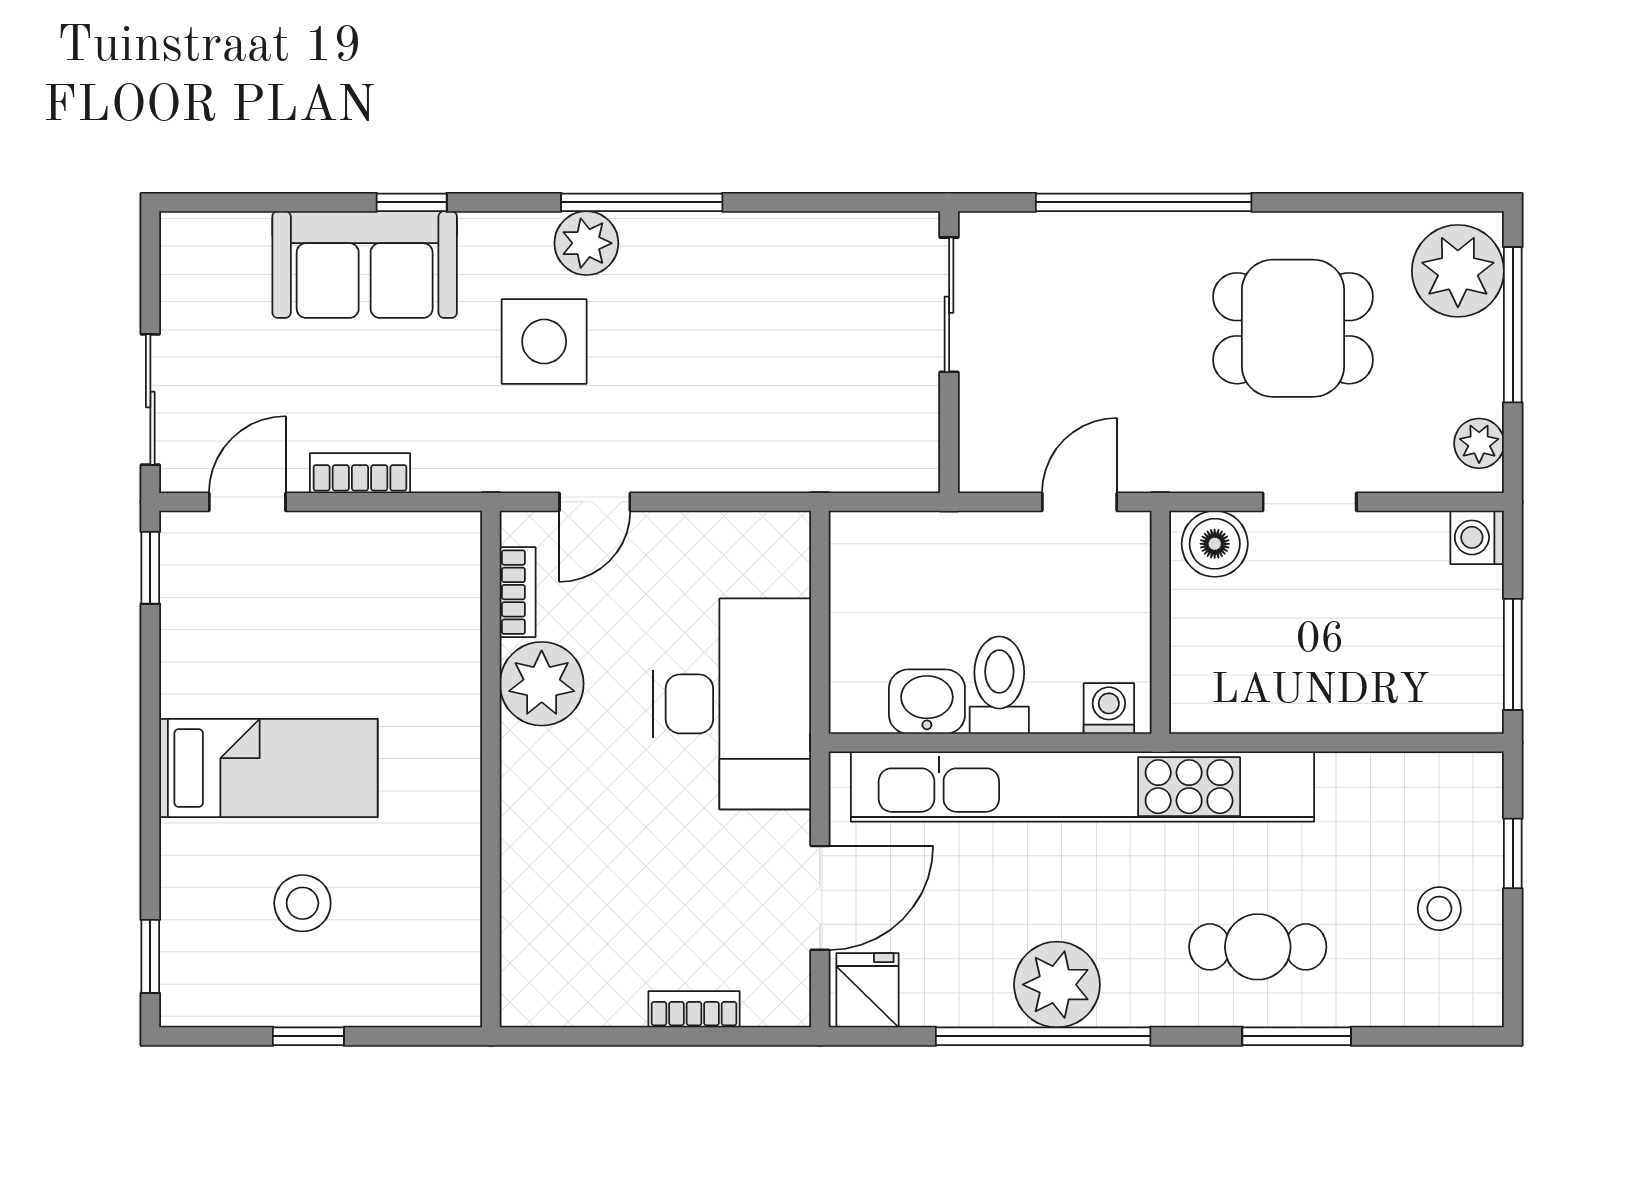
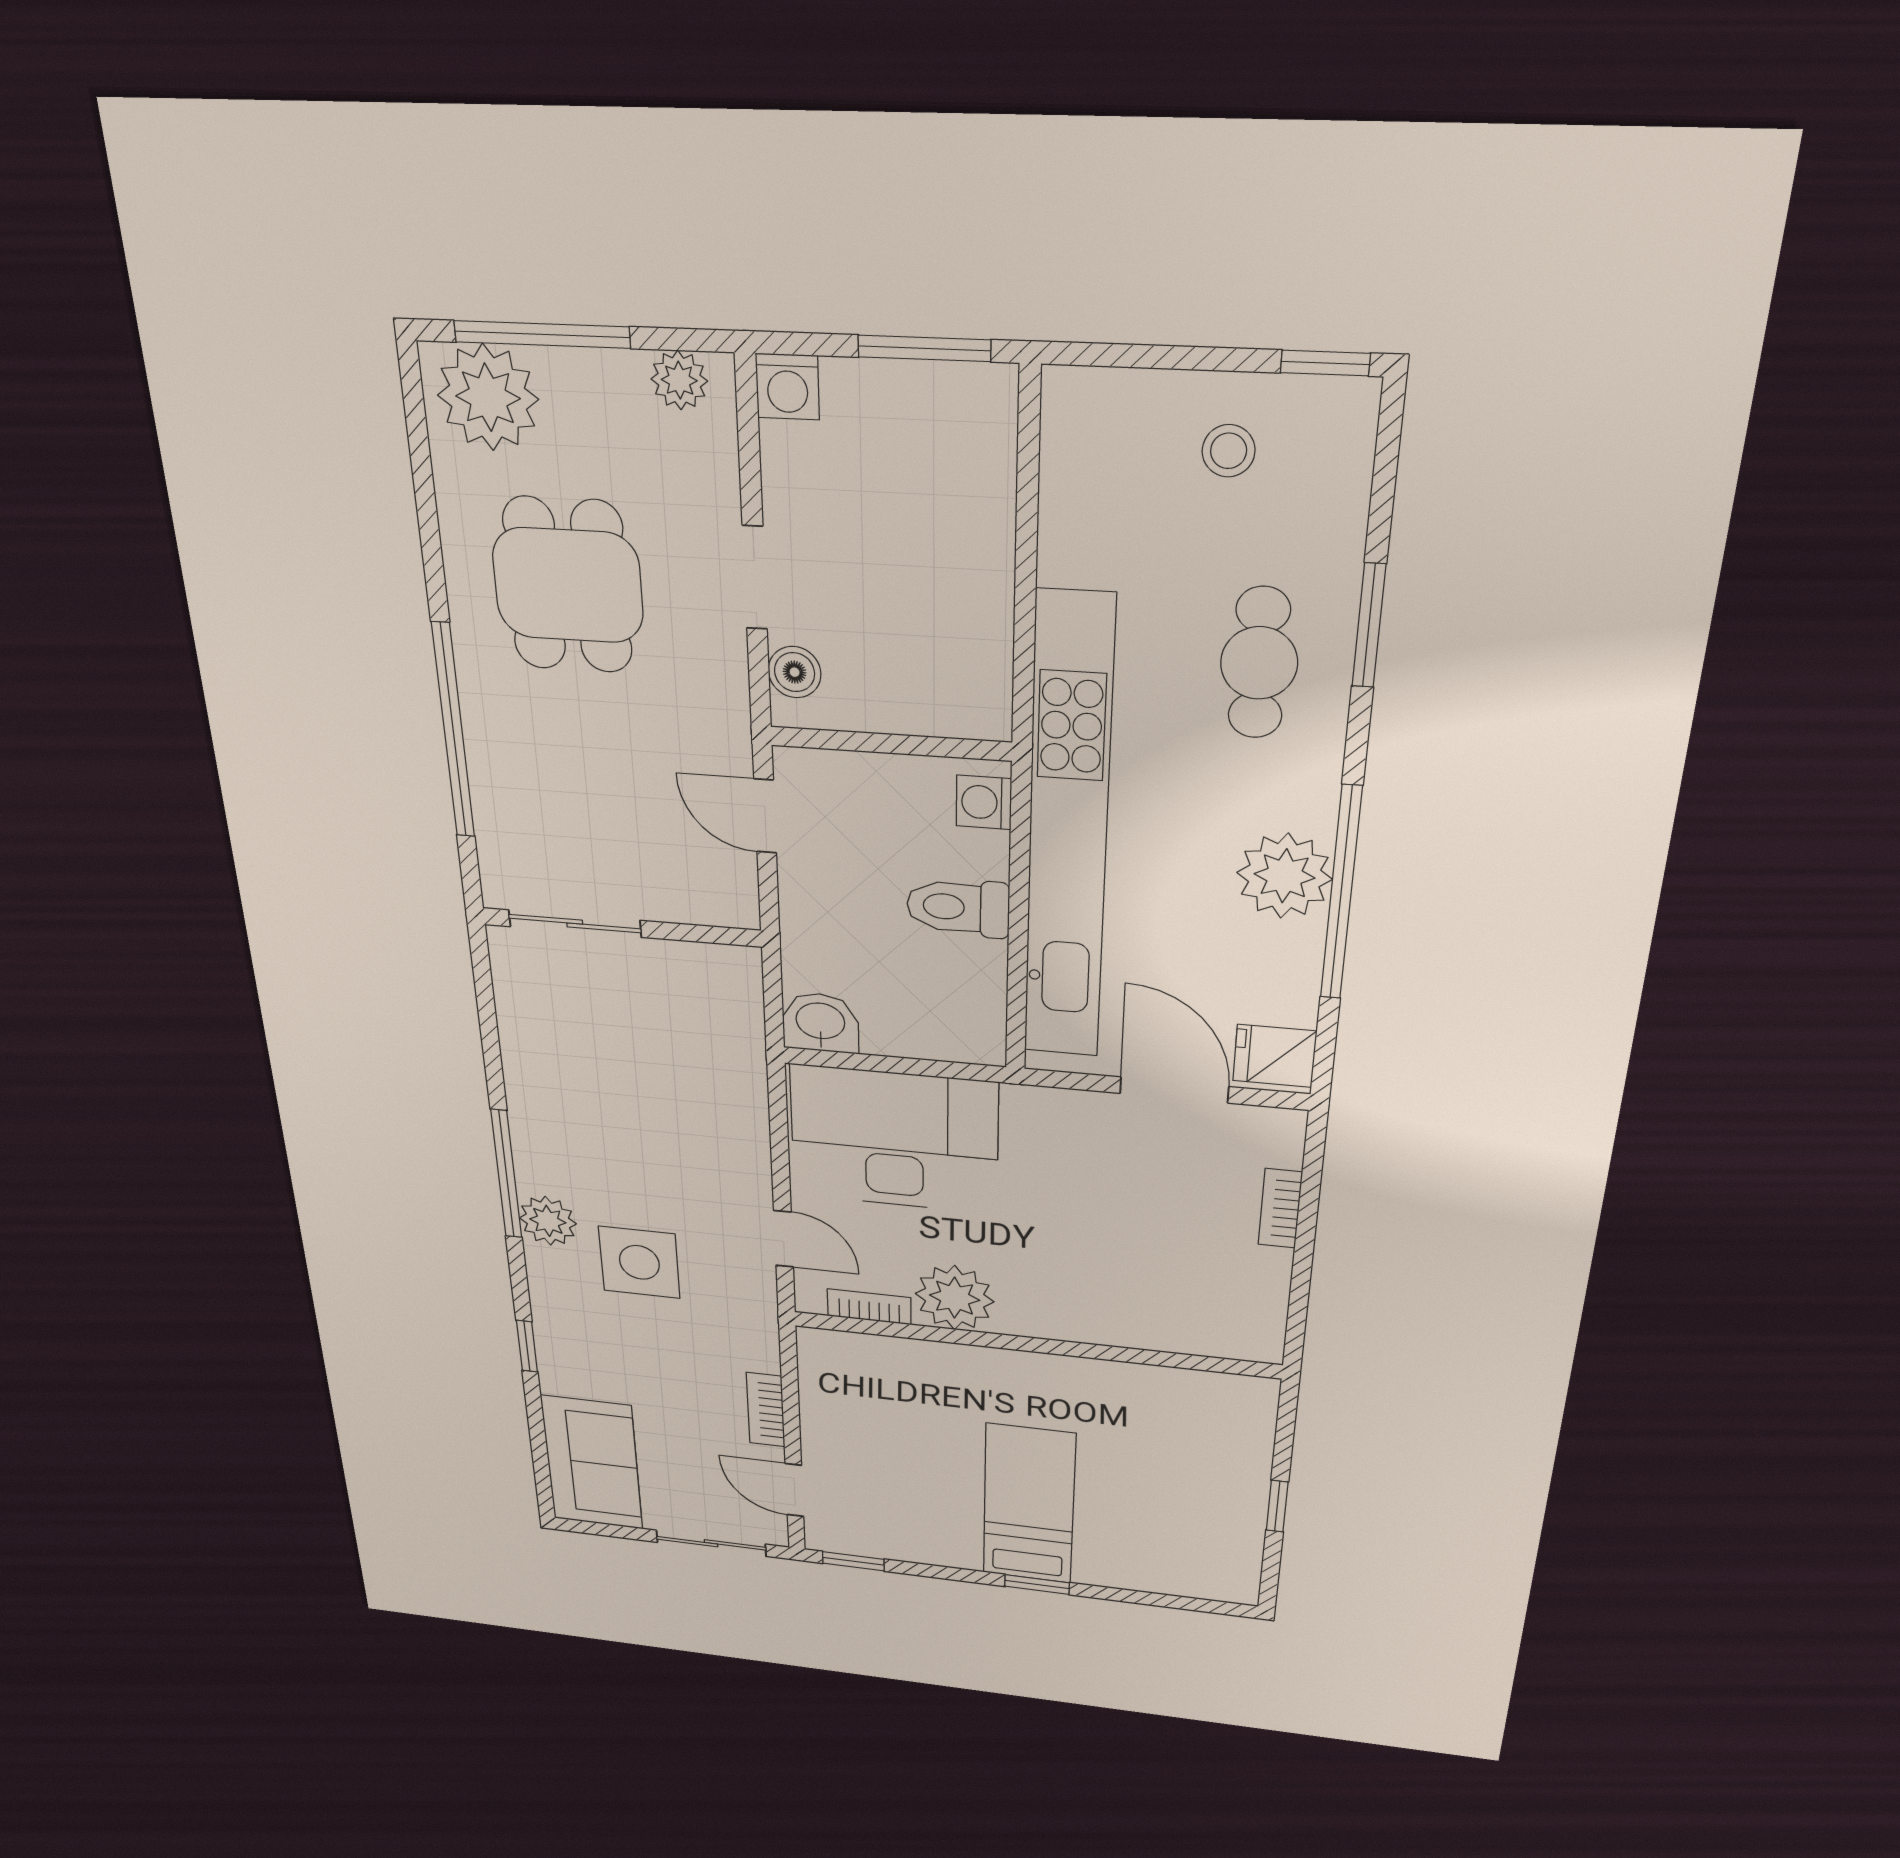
sofa: (365, 265) -> (592, 1463), moved
boiler: (1215, 544) -> (795, 672), width x0.73, depth x0.73
washbasin: (927, 702) -> (820, 1023), moved, turned 90
desk: (732, 704) -> (894, 1139), moved
window: (1513, 853) -> (1325, 363), moved
stool: (302, 903) -> (1153, 1496), removed
window: (150, 956) -> (1037, 1585), moved

